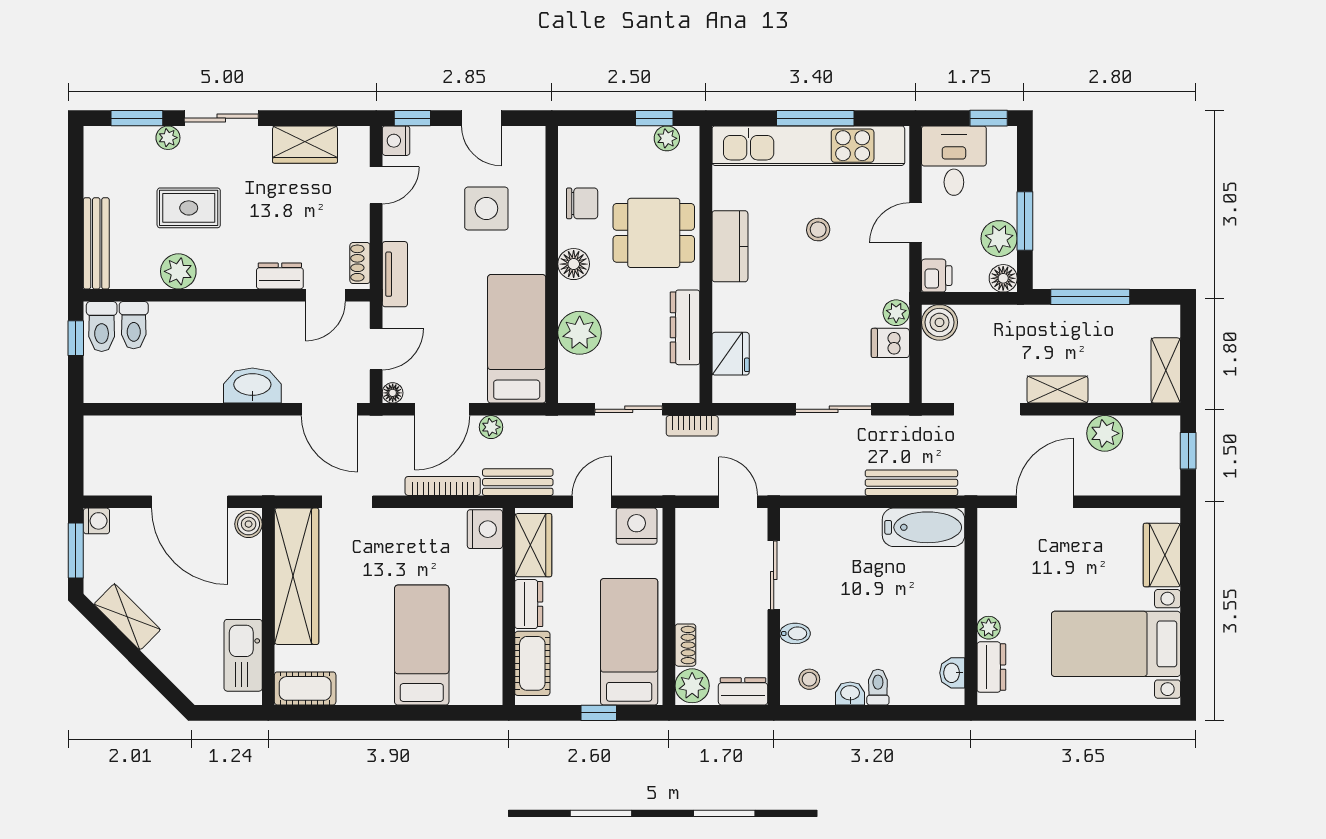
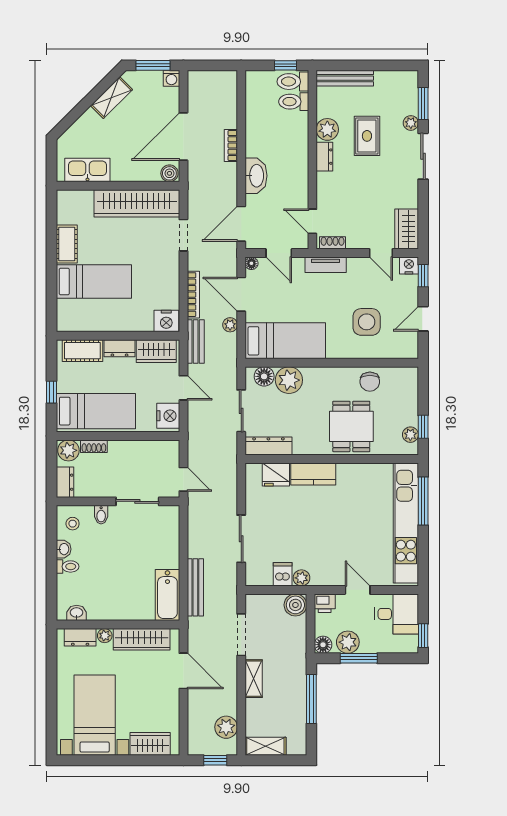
window: (815, 118) -> (423, 501), moved
wardrobe: (305, 145) -> (407, 229), moved
stool: (818, 230) -> (353, 529), removed
kitchen counter: (730, 246) -> (313, 474), moved
floor lamp: (574, 264) -> (264, 376), moved
dresser: (280, 276) -> (324, 157), moved
dresser: (685, 327) -> (268, 446), moved
bookcase: (692, 426) -> (231, 146), moved
plant: (1105, 433) -> (226, 727), moved
door: (738, 502) -> (183, 479), hinge flipped
wardrobe: (994, 569) -> (142, 639), added
cot: (305, 688) -> (67, 244), moved

